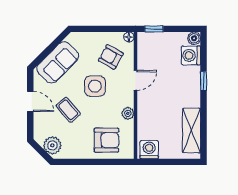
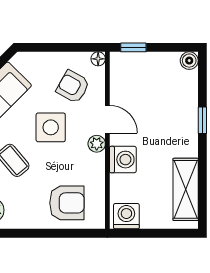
washing machine: (191, 55) -> (123, 160), moved, turned 180
door: (135, 80) -> (107, 119), hinge flipped
plant: (128, 113) -> (97, 144), moved

